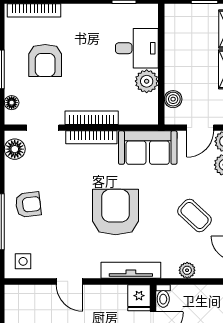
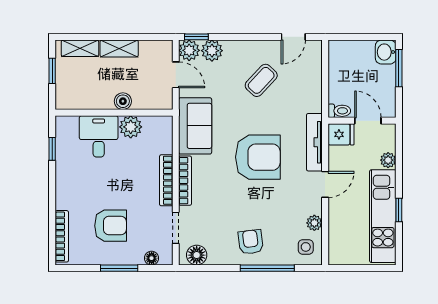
boiler: (173, 99) -> (123, 101), moved
armchair: (116, 212) -> (258, 157), turned 180
plant: (187, 270) -> (314, 223), moved
door: (69, 281) -> (325, 184), moved

